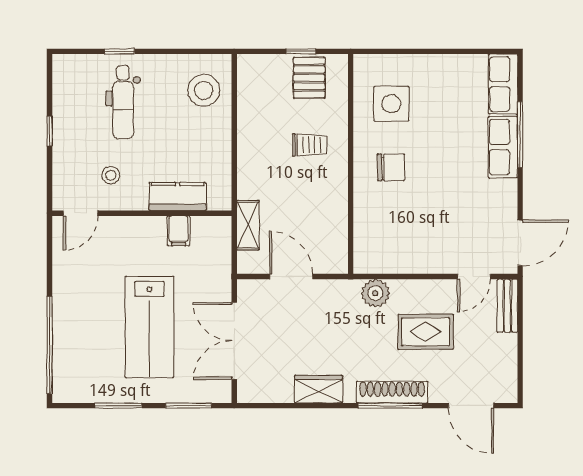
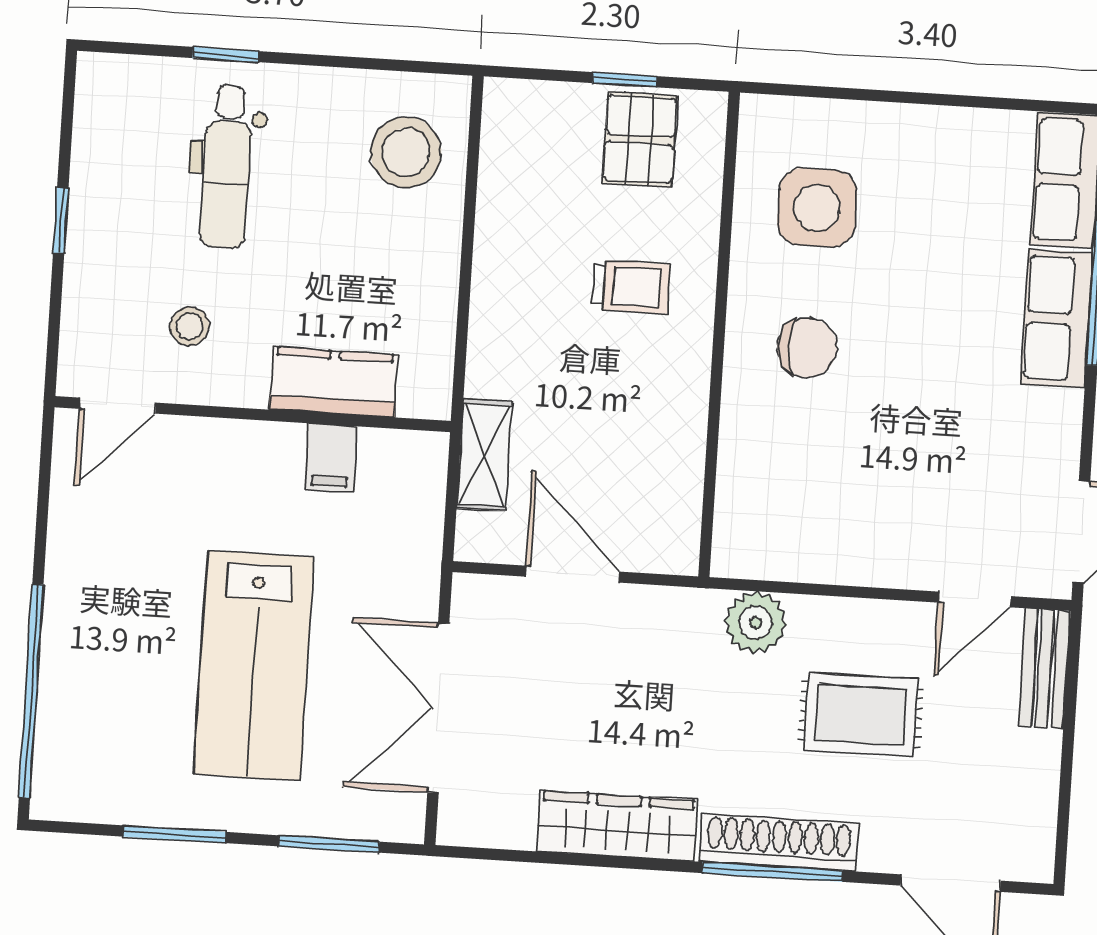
wardrobe: (319, 389) -> (617, 826), width x1.50

